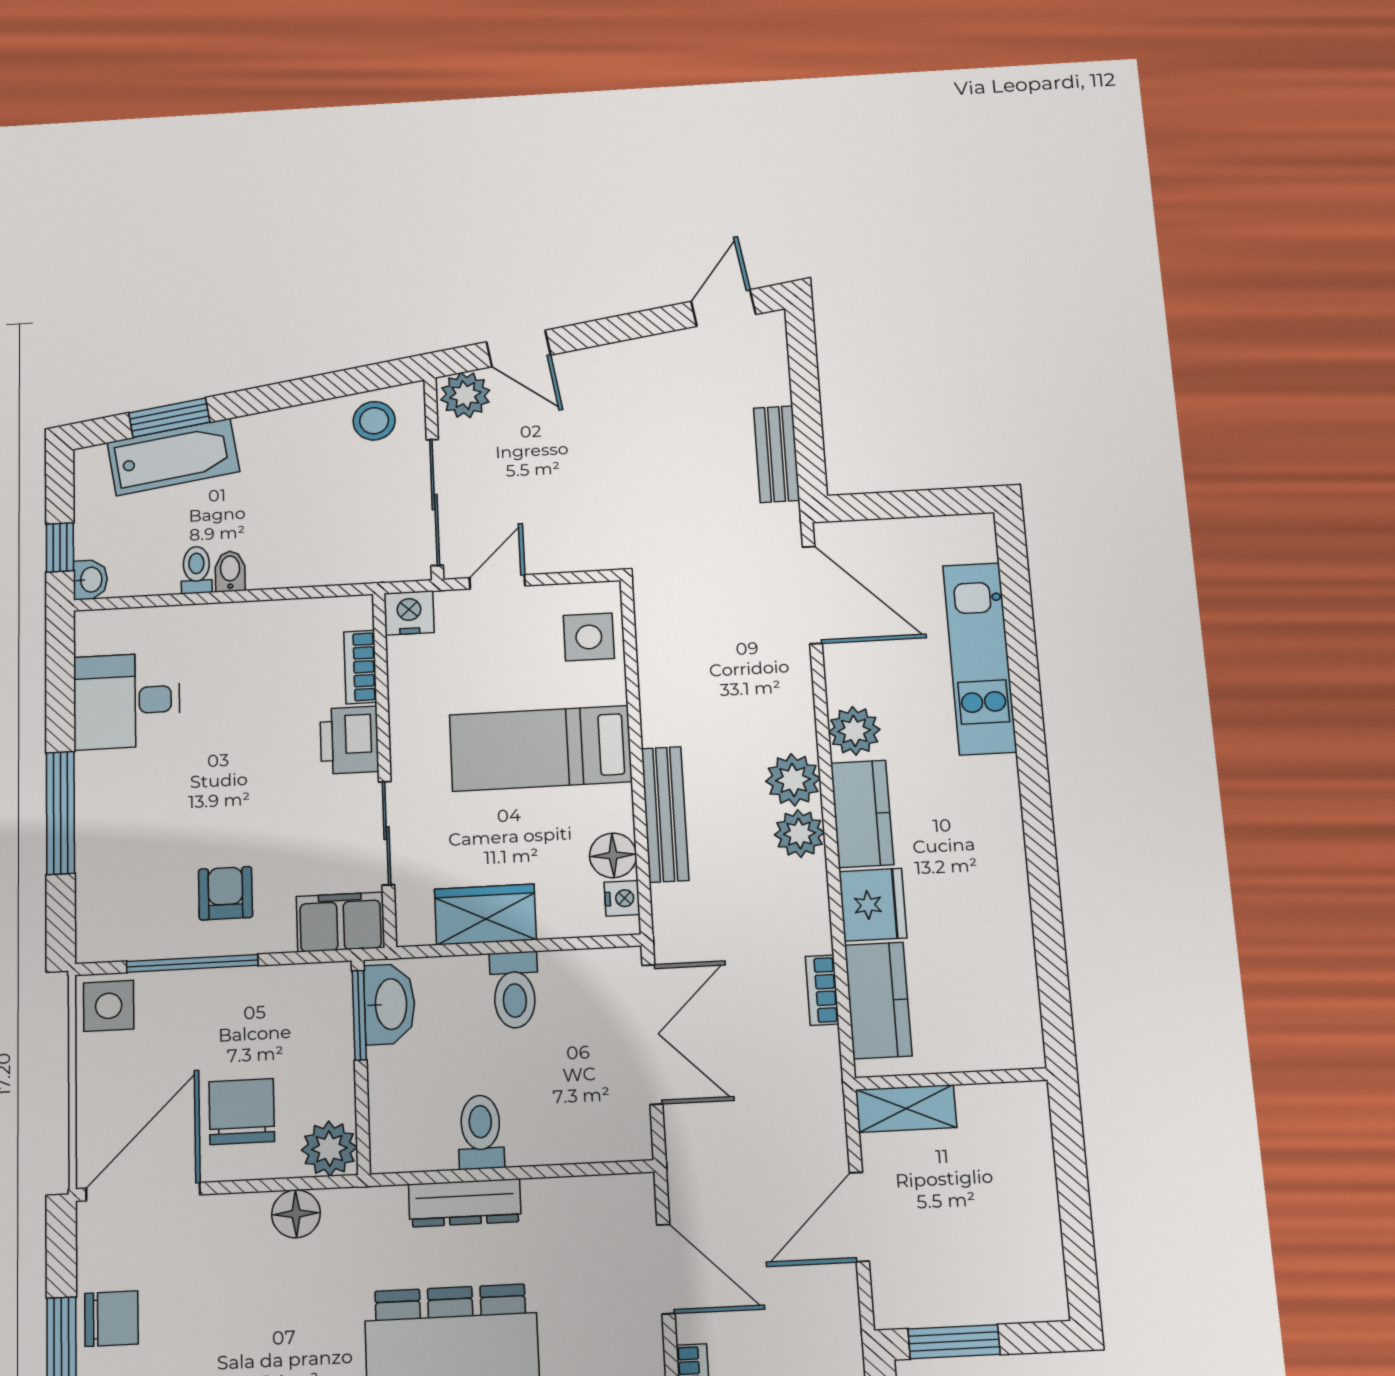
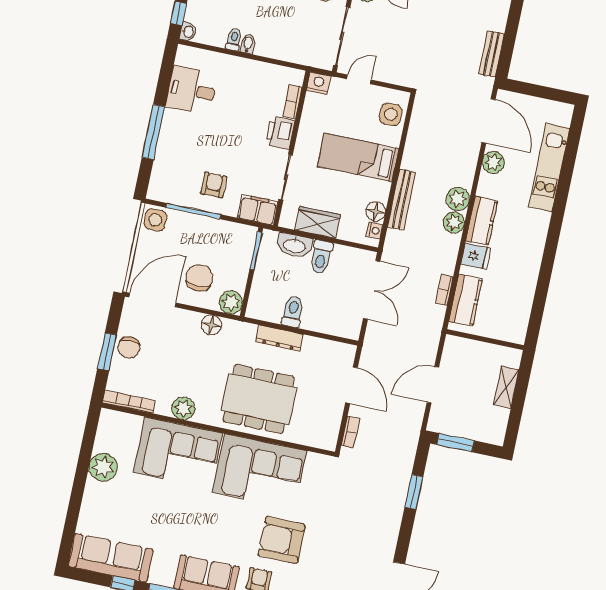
plant: (854, 731) -> (493, 162), moved
fridge: (873, 905) -> (476, 256), width x0.72
washbasin: (390, 1004) -> (294, 245), moved, turned 90
shelving: (906, 1109) -> (506, 387), moved, turned 90
chair: (111, 1319) -> (129, 347), turned 90

